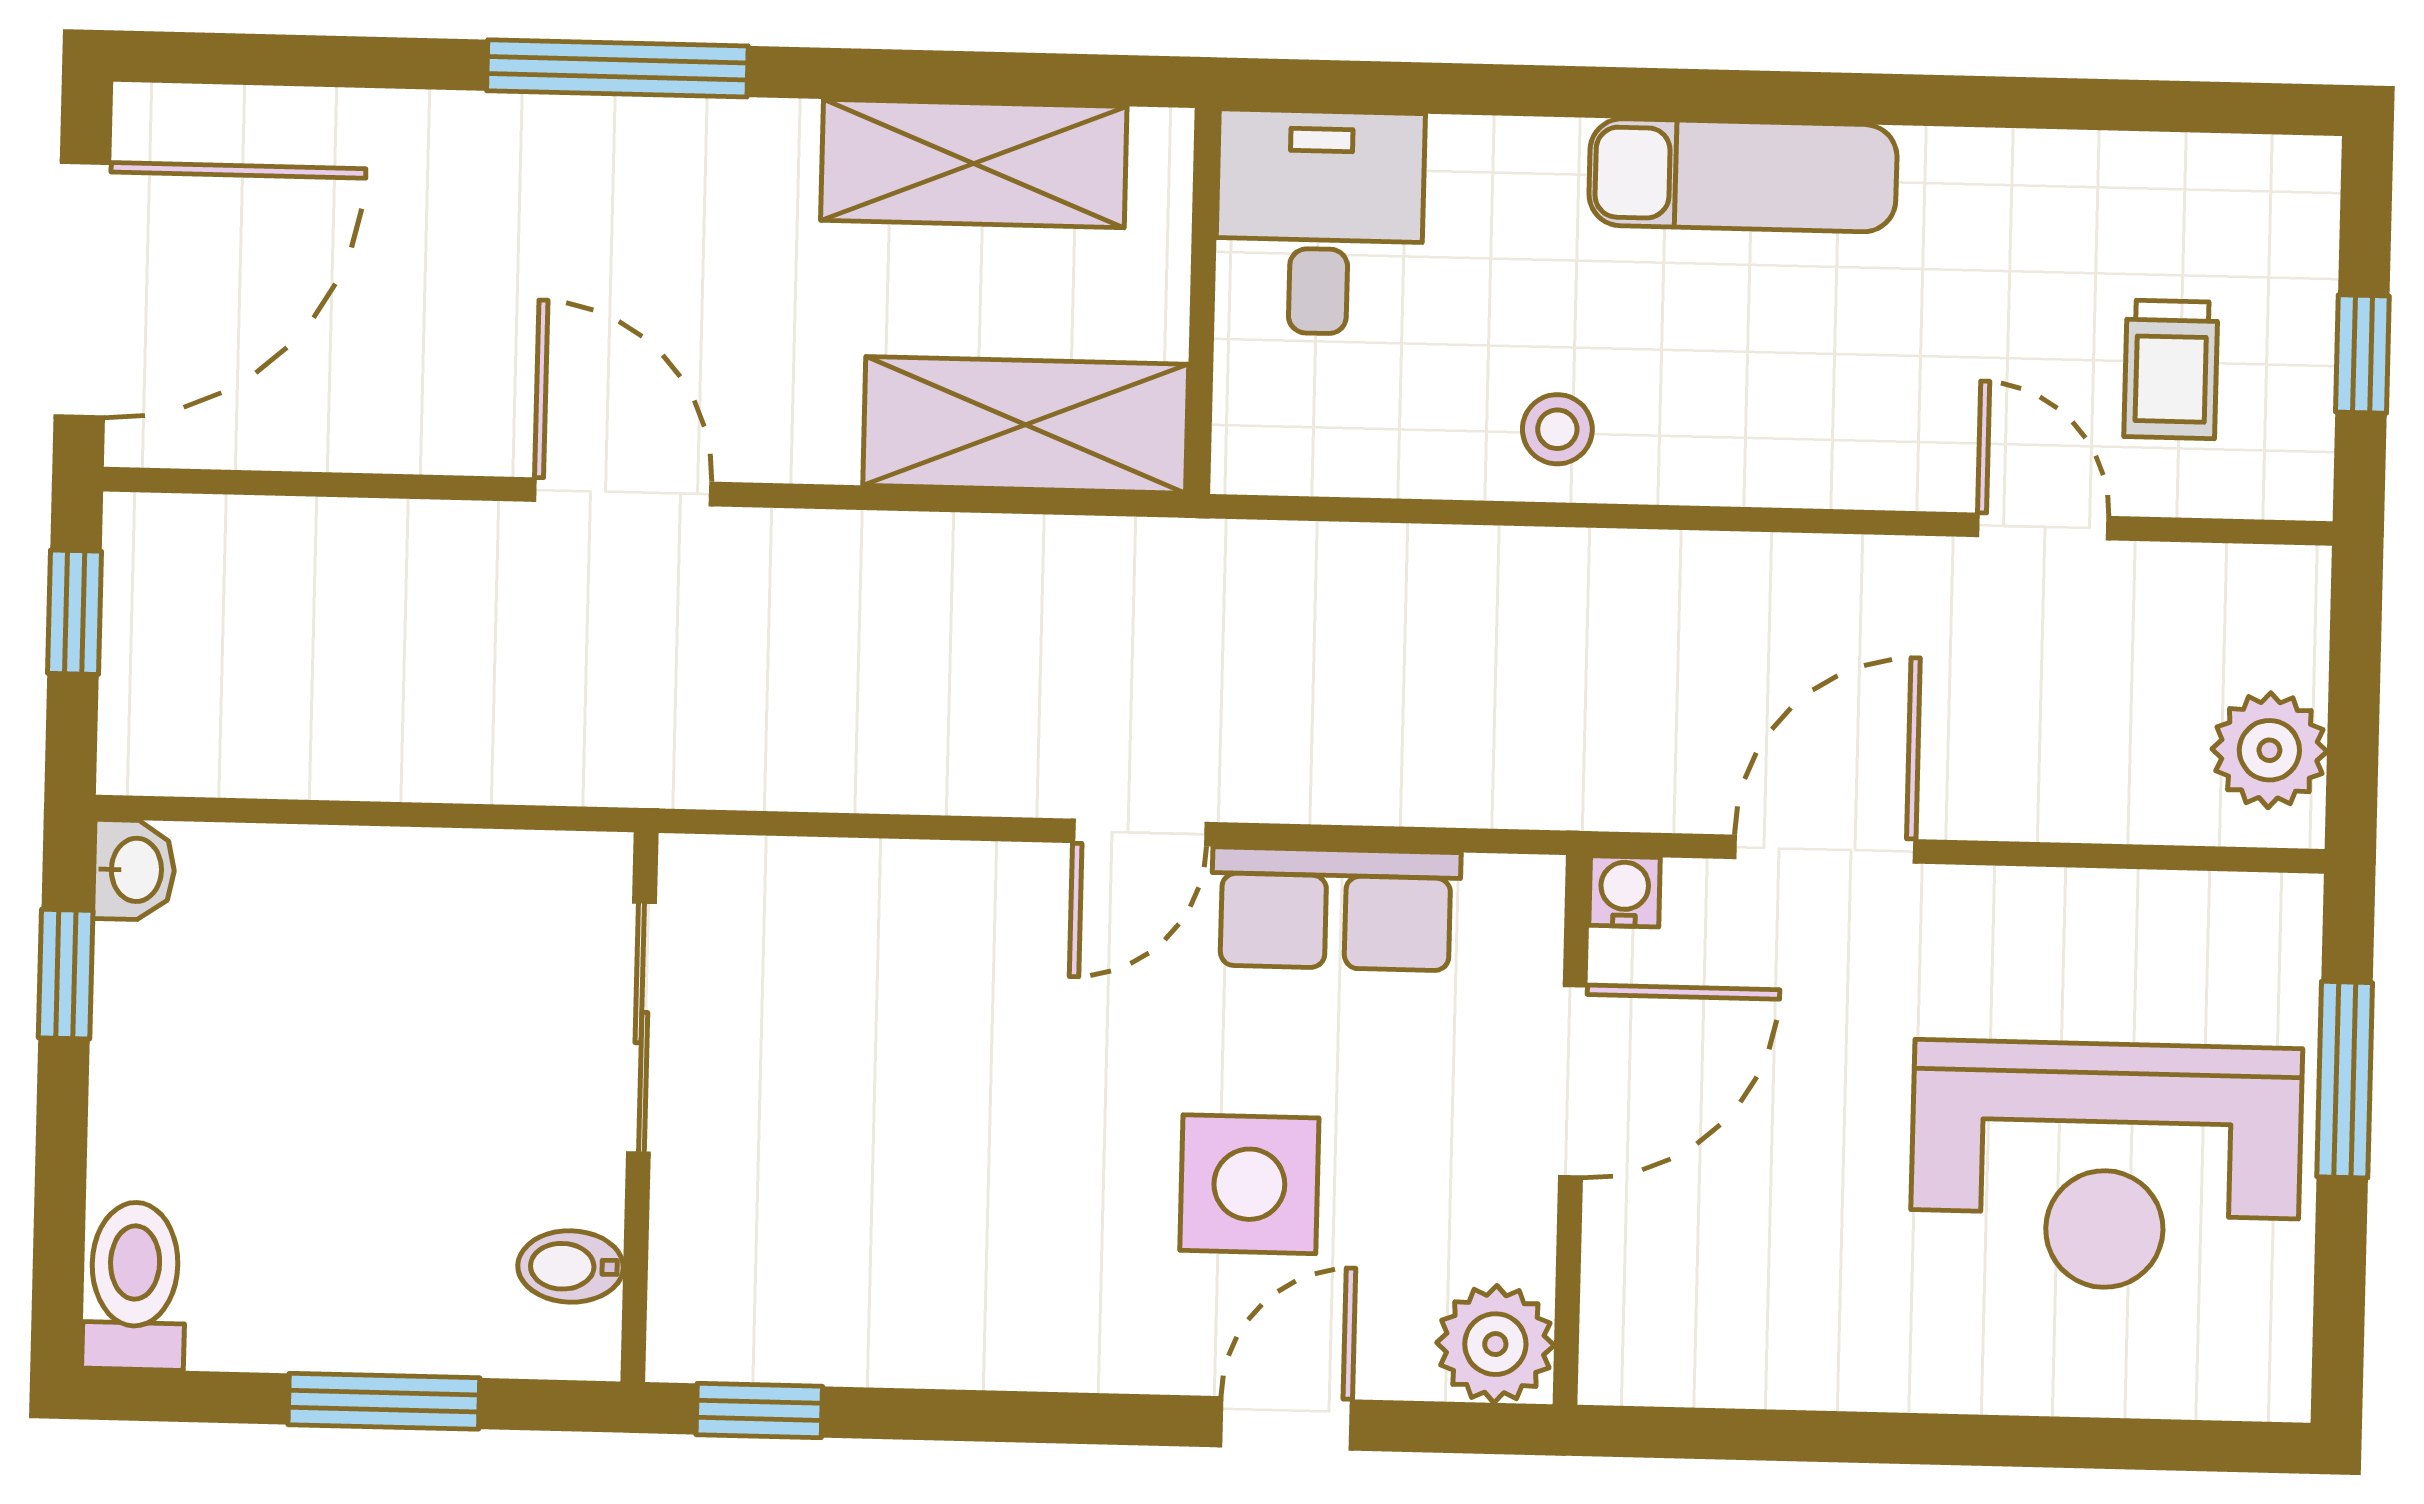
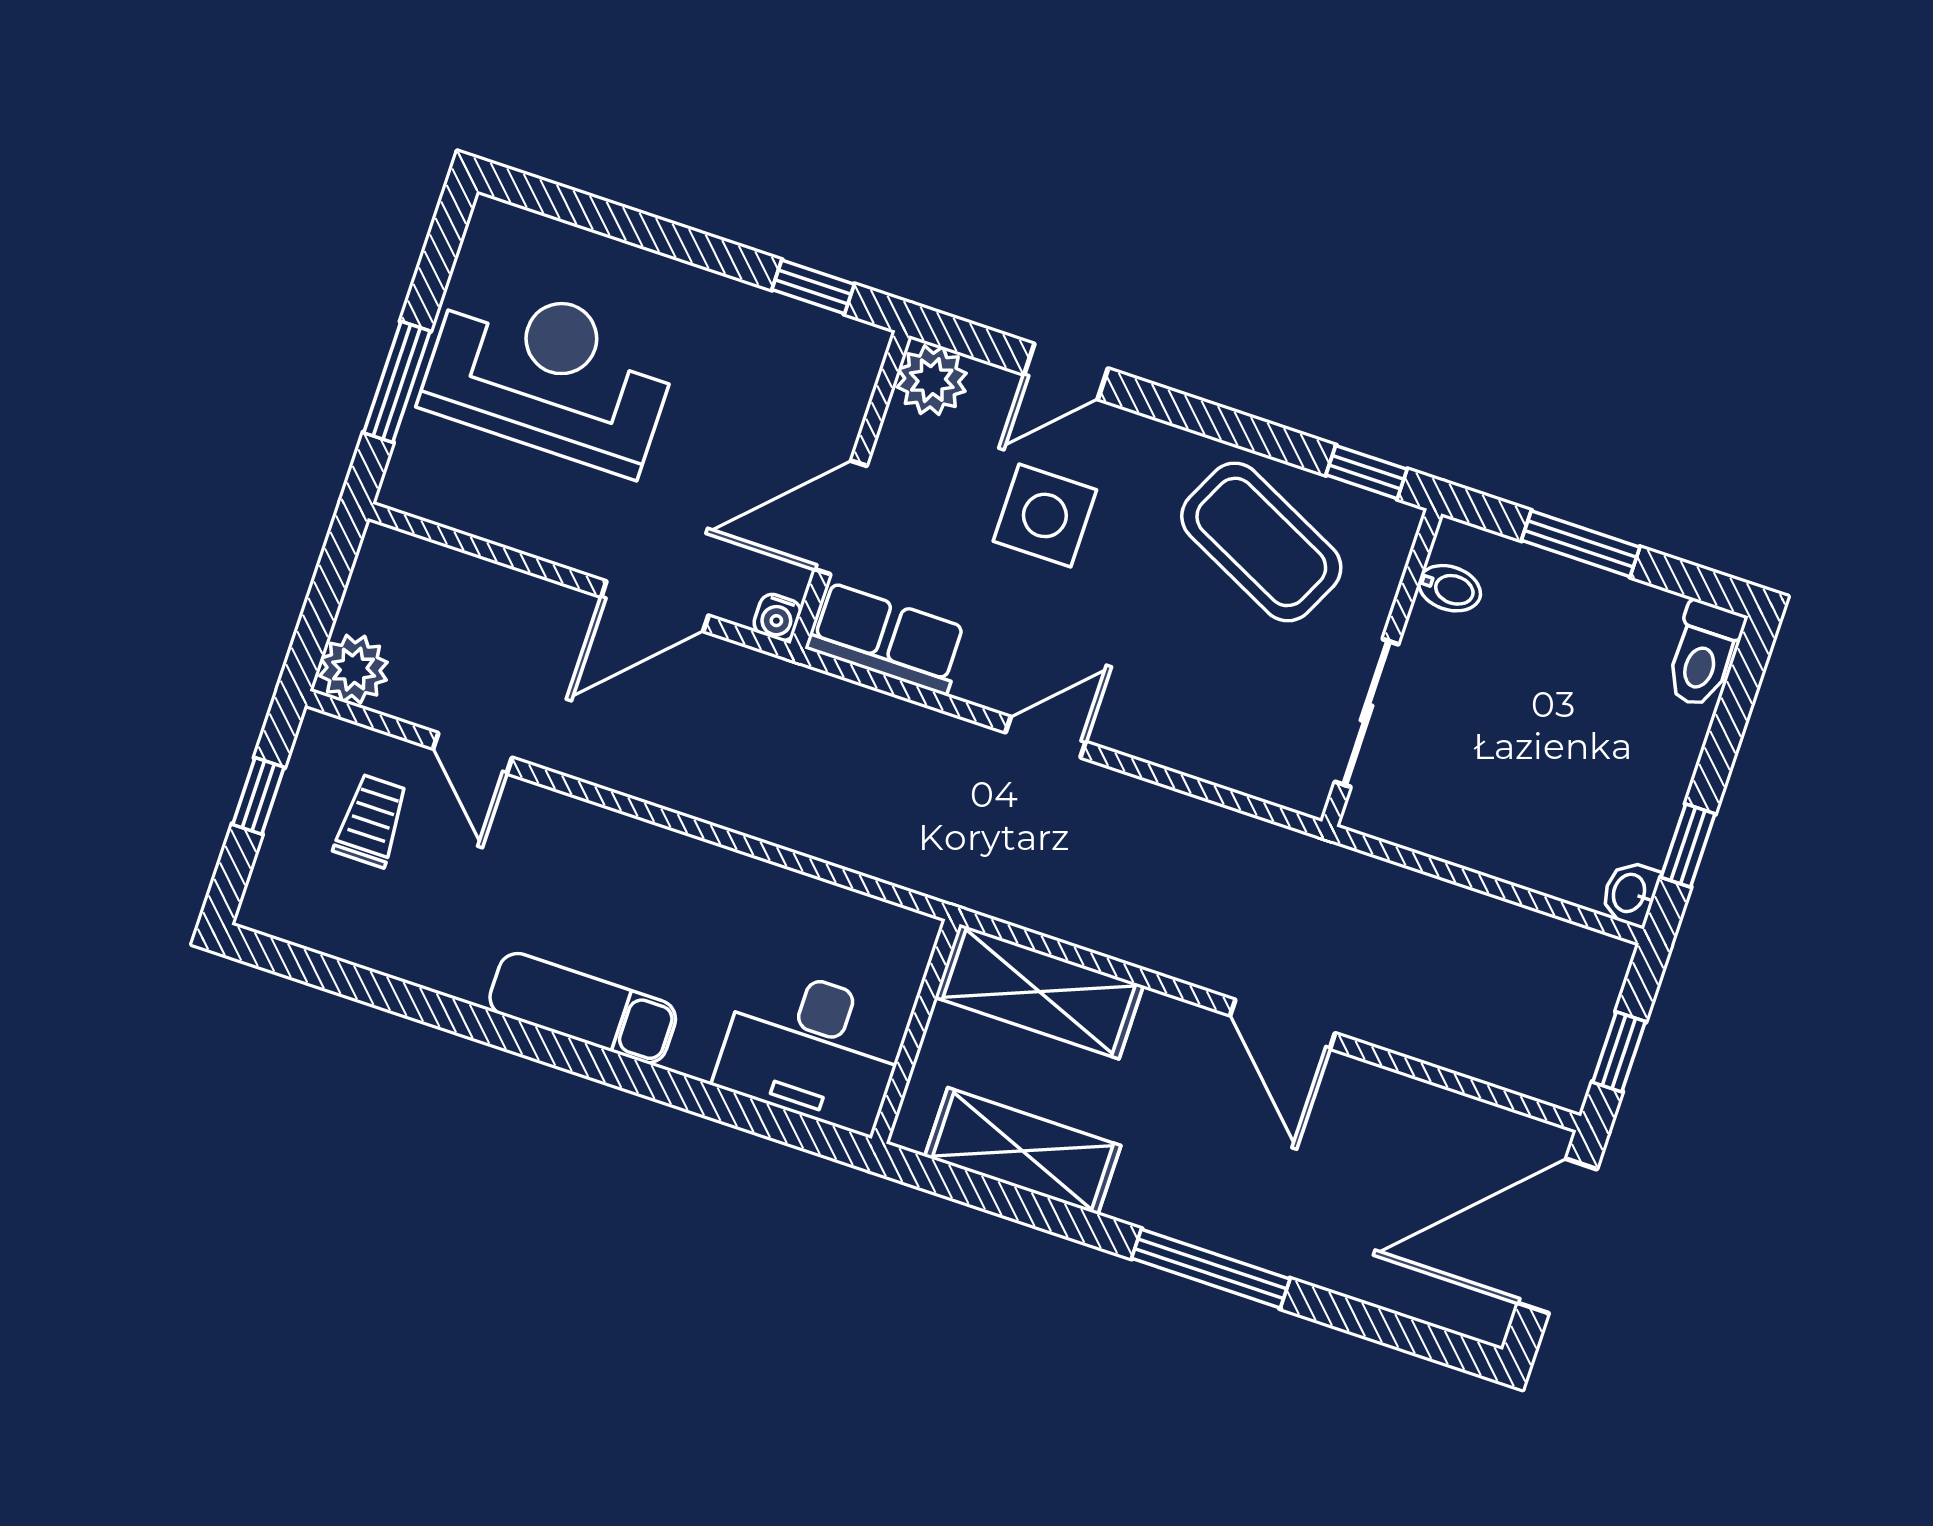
desk: (1320, 222) -> (812, 1049), width x1.37
stool: (1557, 429) -> (734, 895), removed
plant: (2269, 750) -> (354, 669), moved
row of seats: (1336, 909) -> (887, 638), moved
coffee table: (892, 1248) -> (1261, 542), added
window: (1729, 1434) -> (813, 287), added

